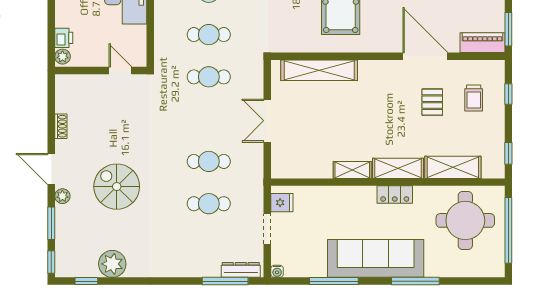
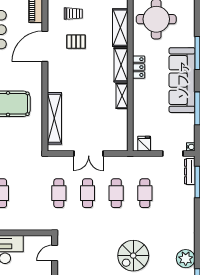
cafe table: (209, 35) -> (88, 193), moved
doorway: (267, 229) -> (173, 154), moved

